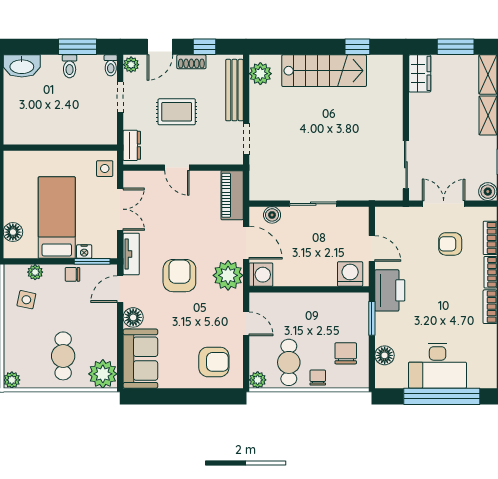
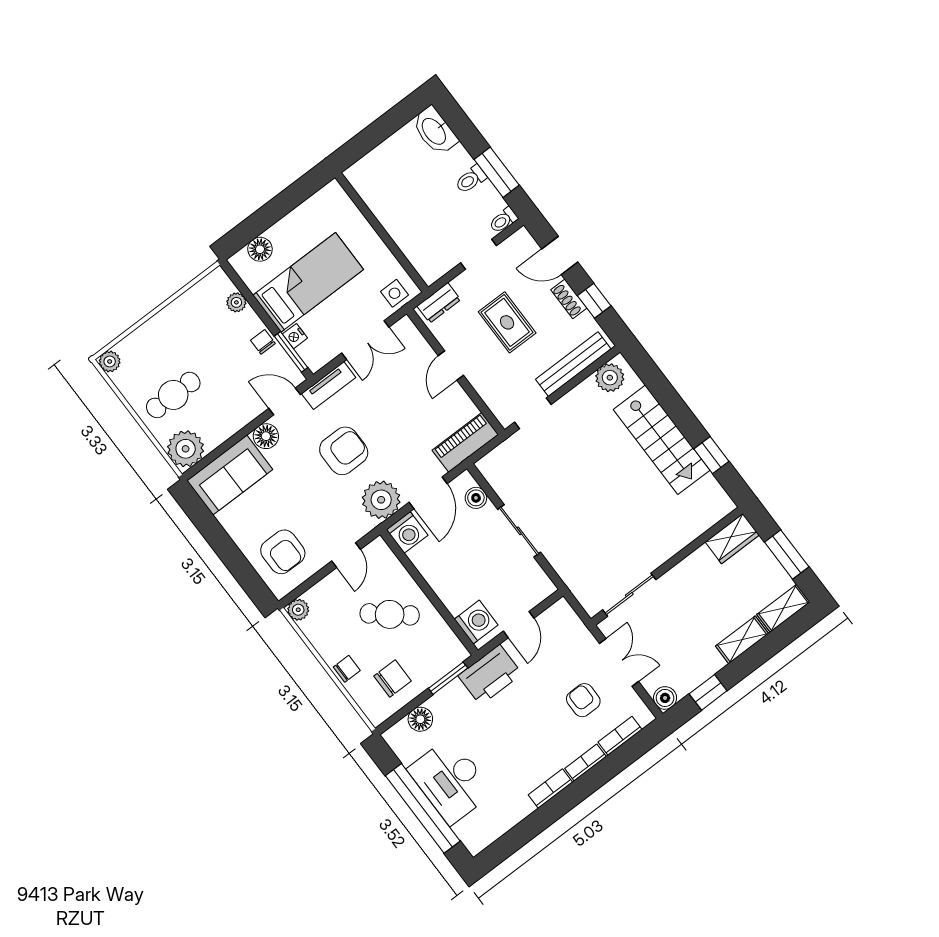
plant: (131, 65) -> (520, 240), removed
side table: (26, 300) -> (202, 315), removed
cafe table: (289, 362) -> (390, 614), moved, turned 40

